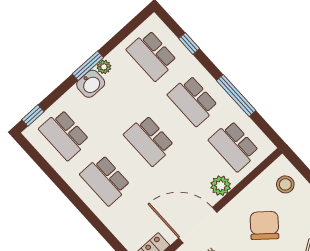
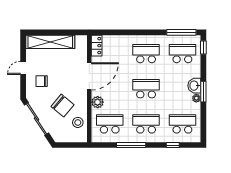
window: (39, 160) -> (181, 32), added
stool: (285, 184) -> (78, 122), moved

